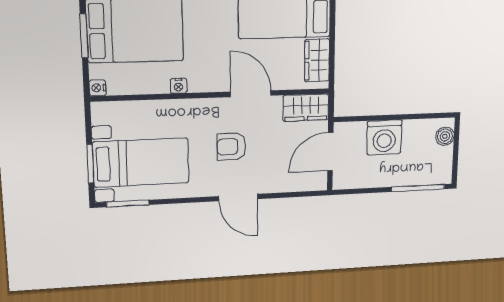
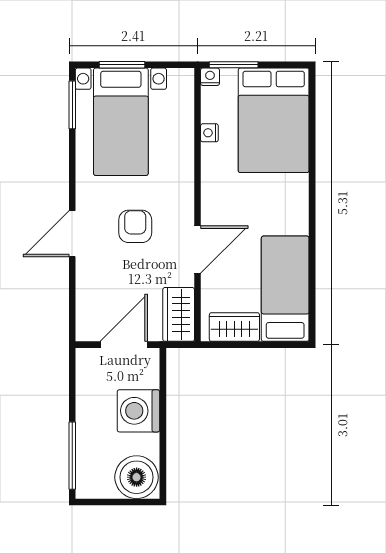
window: (84, 36) -> (234, 65), moved
nightstand: (179, 86) -> (209, 133), moved
boiler: (445, 136) -> (137, 477), width x1.86, depth x1.86
door: (330, 152) -> (124, 345), hinge flipped

